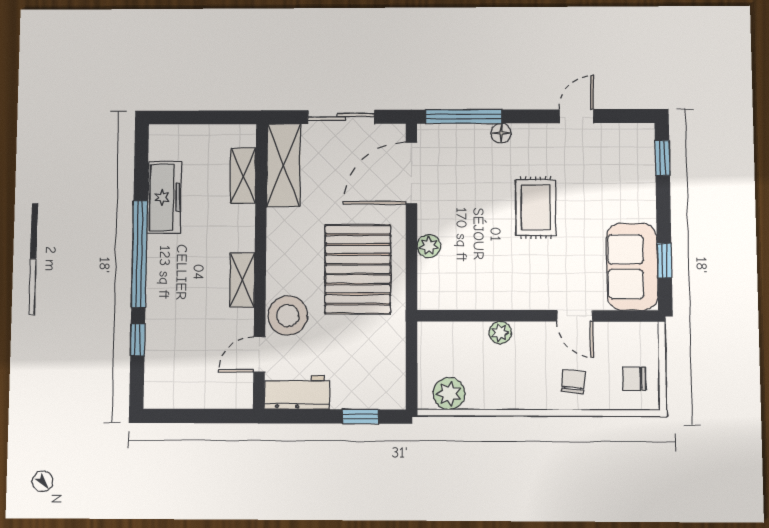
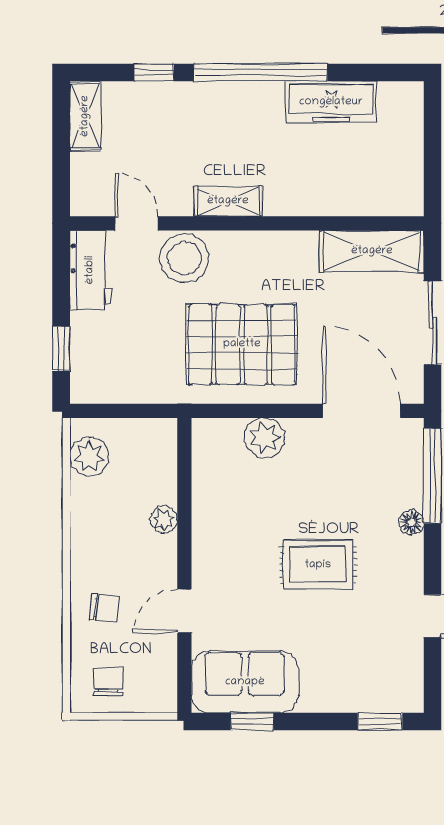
shelving: (243, 176) -> (85, 116), moved, turned 90
plant: (429, 246) -> (265, 438), width x1.38, depth x1.38

